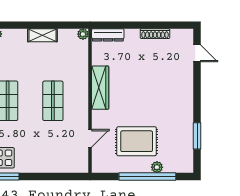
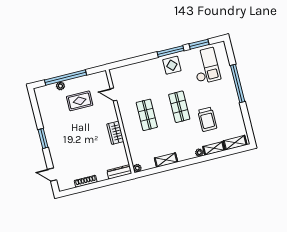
wardrobe: (100, 88) -> (115, 133), width x0.67
window: (197, 136) -> (43, 138), moved
door: (90, 138) -> (114, 95), hinge flipped
rug: (137, 141) -> (80, 101), width x0.73, depth x0.70

